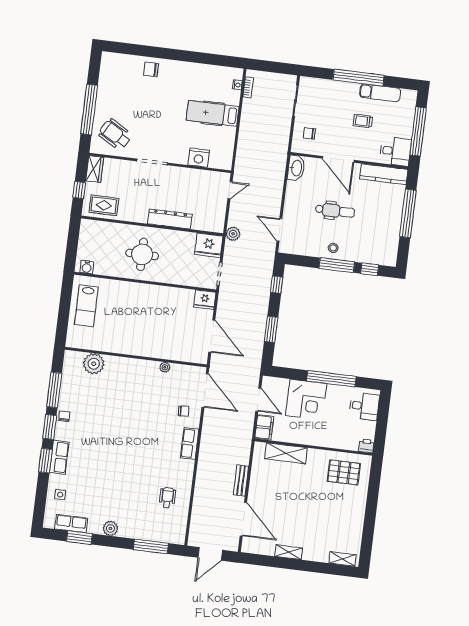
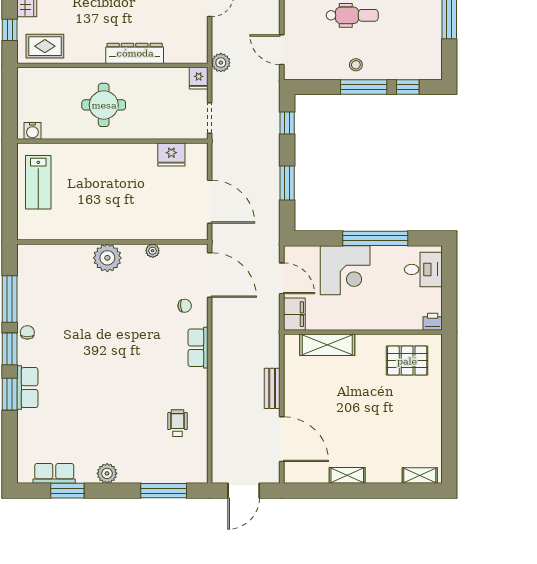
fridge: (209, 245) -> (199, 78), width x0.53, depth x0.75
fridge: (205, 300) -> (171, 155), moved
plant: (94, 364) -> (107, 258), moved
side table: (60, 495) -> (35, 437), removed

